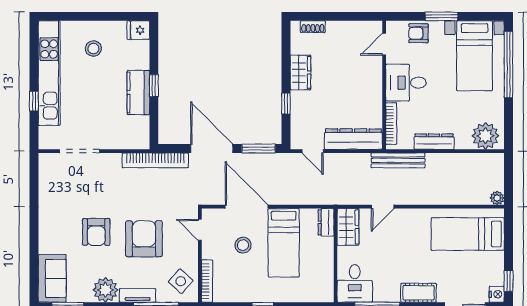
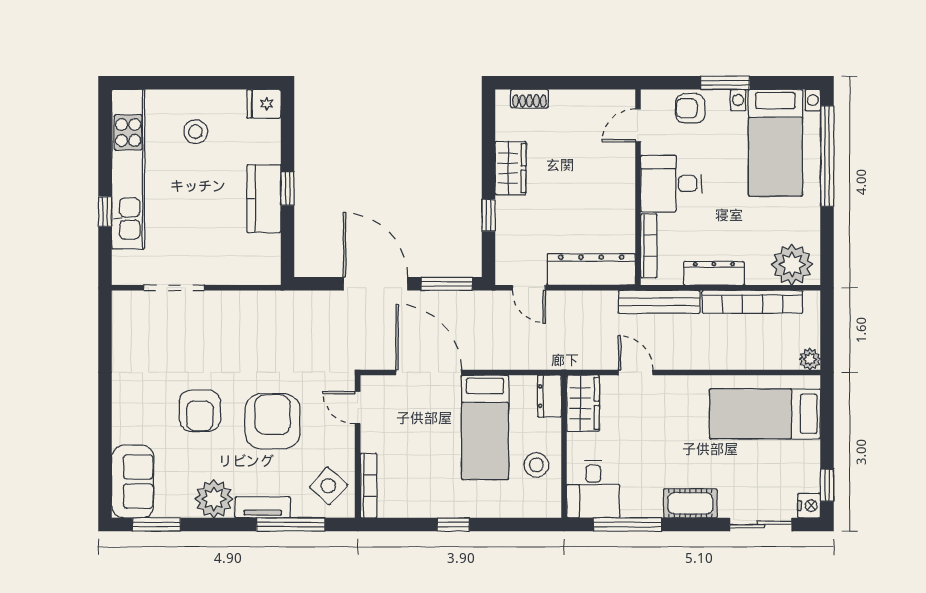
bookcase: (155, 160) -> (752, 302), moved
door: (383, 207) -> (636, 372), swing flipped
stool: (243, 245) -> (536, 465), moved

